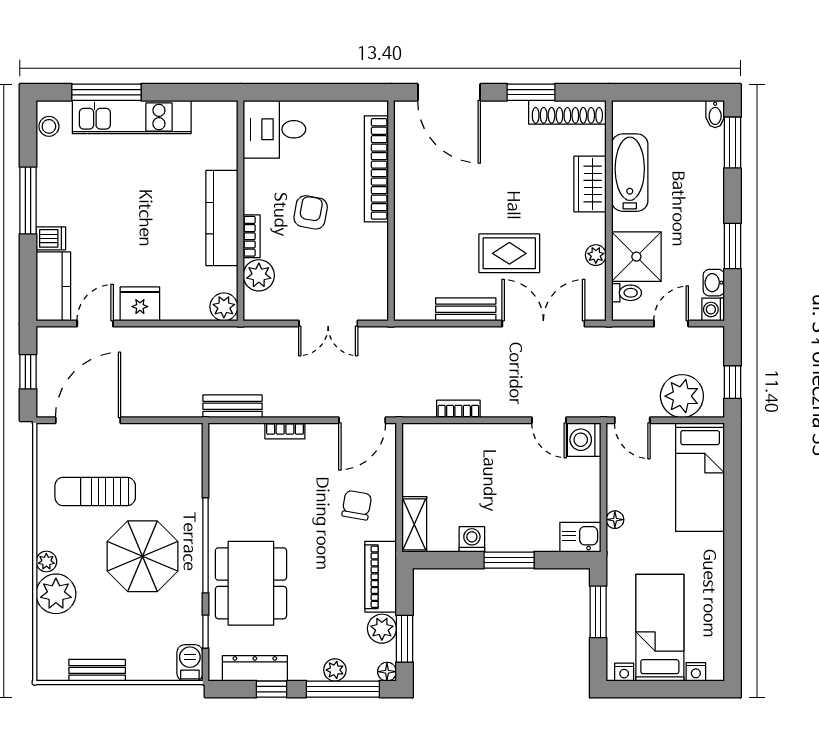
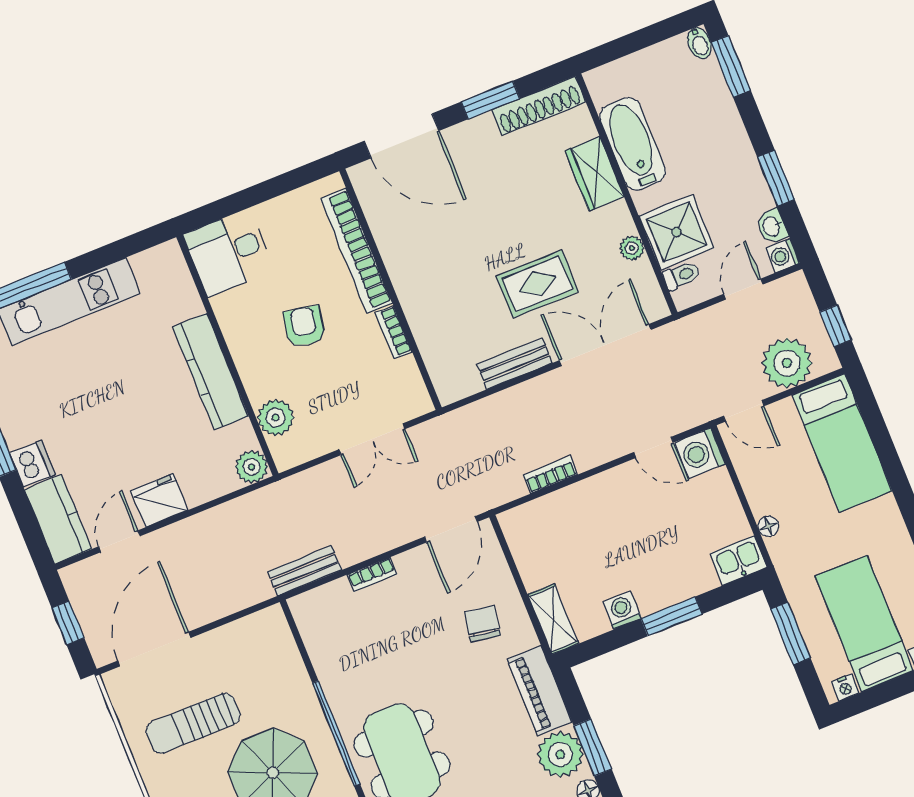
bookcase: (252, 236) -> (394, 332), moved, turned 180
dishwasher: (51, 238) -> (32, 464), width x1.38
plant: (382, 629) -> (560, 754), width x1.36, depth x1.36

